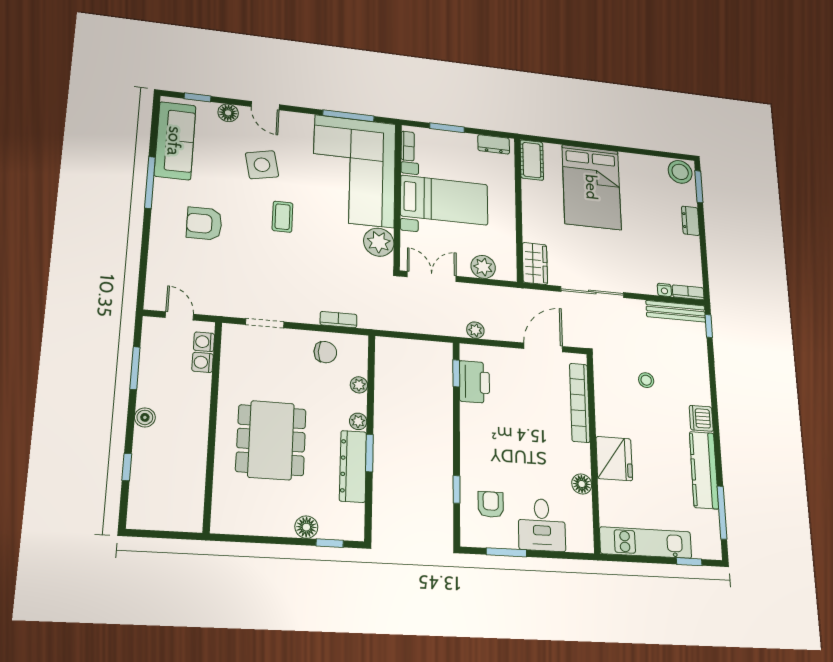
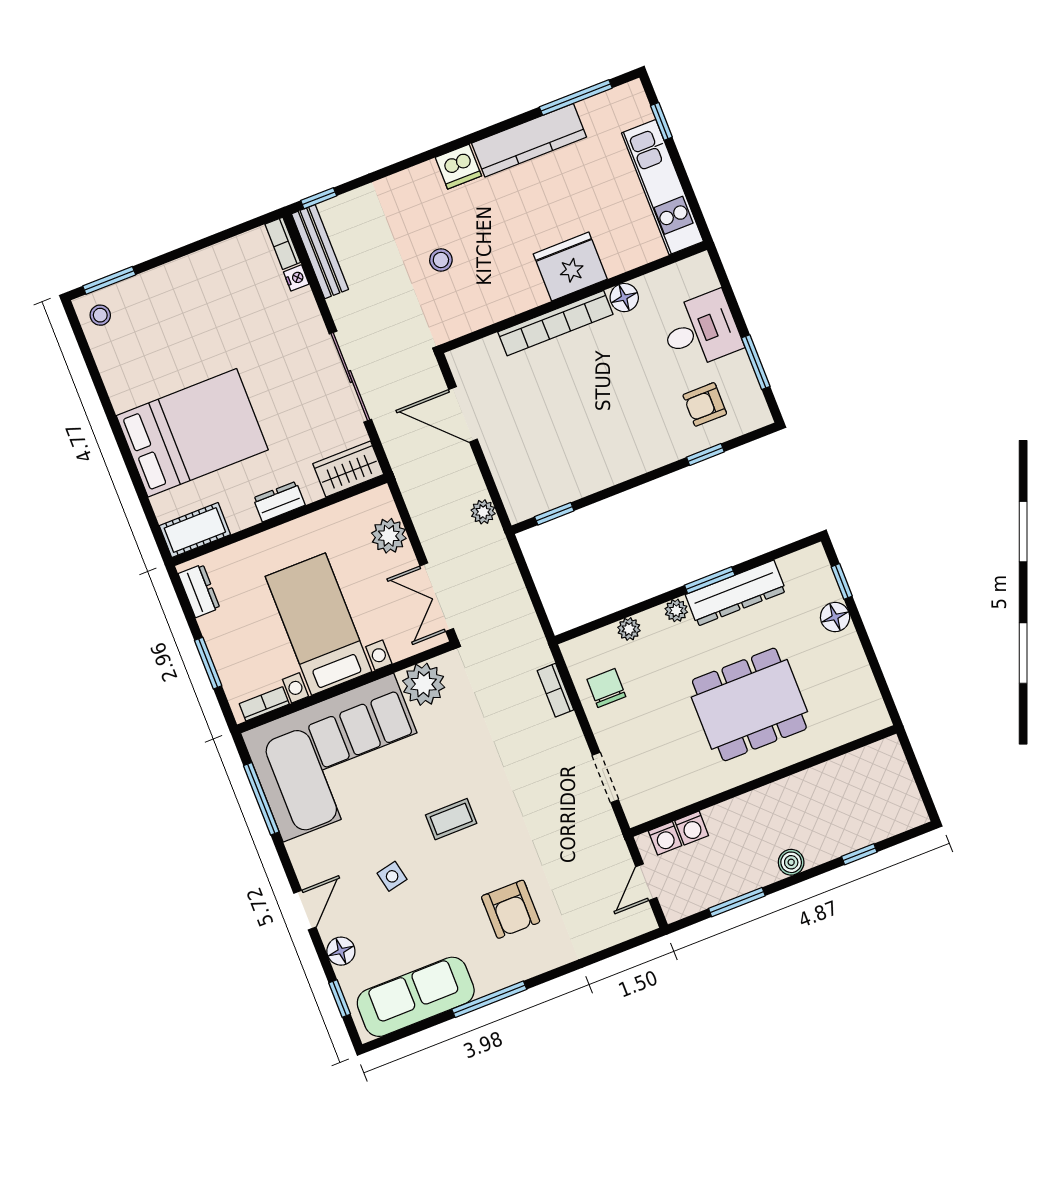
side table: (262, 165) -> (392, 876), width x0.54, depth x0.54
stool: (680, 172) -> (100, 315), width x0.53, depth x0.53
dresser: (691, 221) -> (279, 502), moved, turned 180
printer: (474, 382) -> (554, 486), removed
bookcase: (580, 403) -> (555, 323), moved

